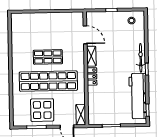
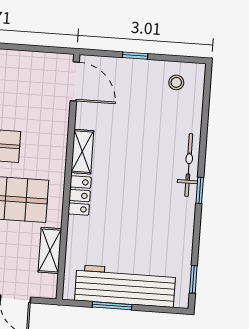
door: (85, 35) -> (75, 81), moved
workbench: (138, 96) -> (125, 286), moved, turned 90
shelving: (81, 115) -> (50, 250), moved

